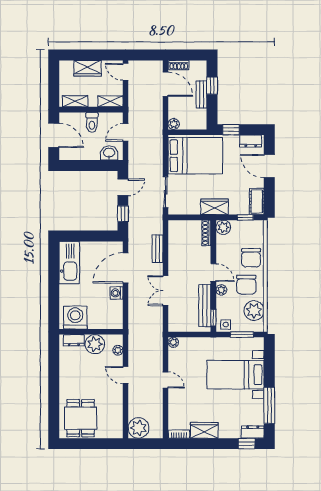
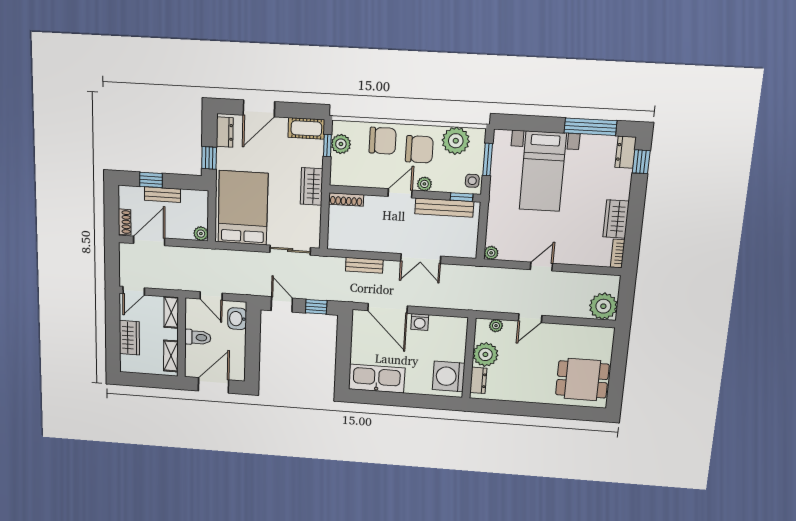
plant: (223, 227) -> (341, 144), moved

